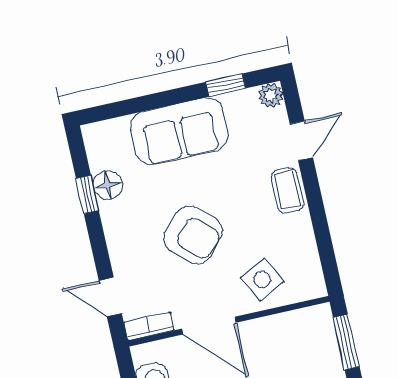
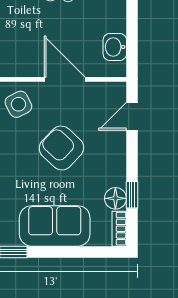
door: (110, 297) -> (132, 116), swing flipped
bookcase: (149, 326) -> (119, 229), moved, turned 90

